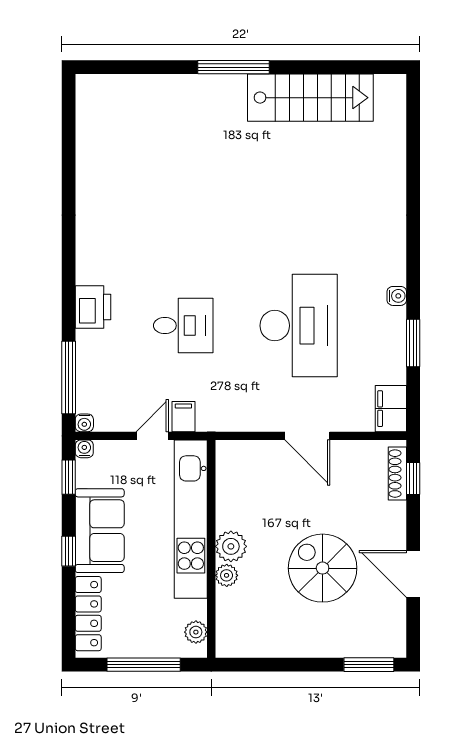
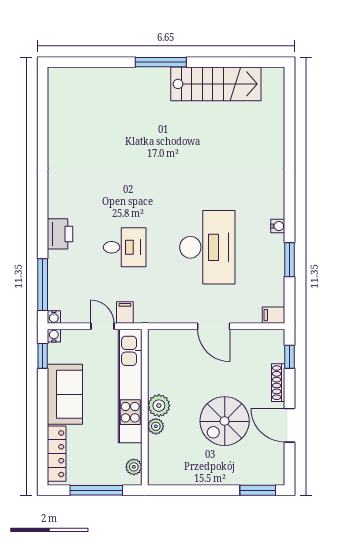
filing cabinet: (391, 409) -> (274, 315), width x0.50
door: (152, 436) -> (103, 326), hinge flipped
shoe rack: (397, 474) -> (278, 383), moved
window: (69, 551) -> (43, 409), removed
spiral stairs: (323, 568) -> (225, 421), turned -90

